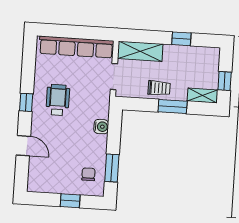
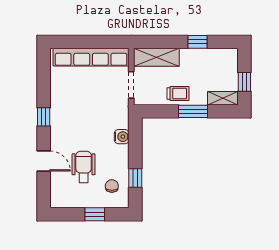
wheelchair: (58, 100) -> (84, 167), moved
window: (112, 168) -> (135, 178), width x0.67

